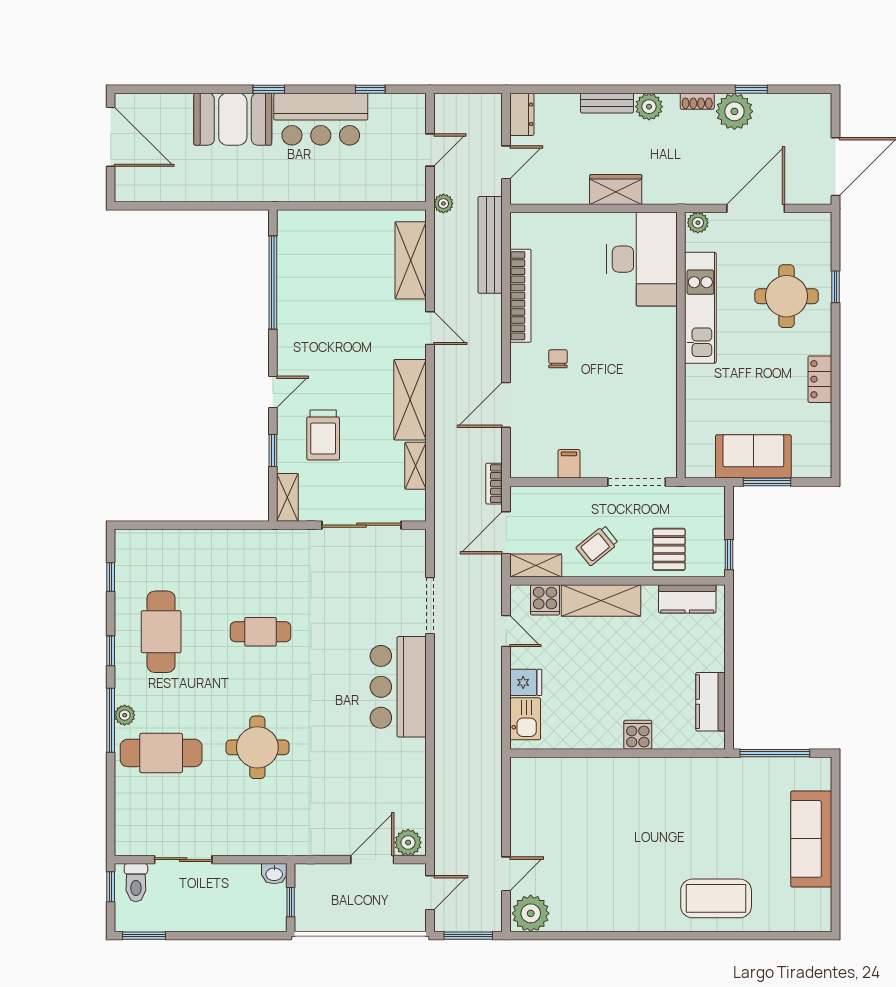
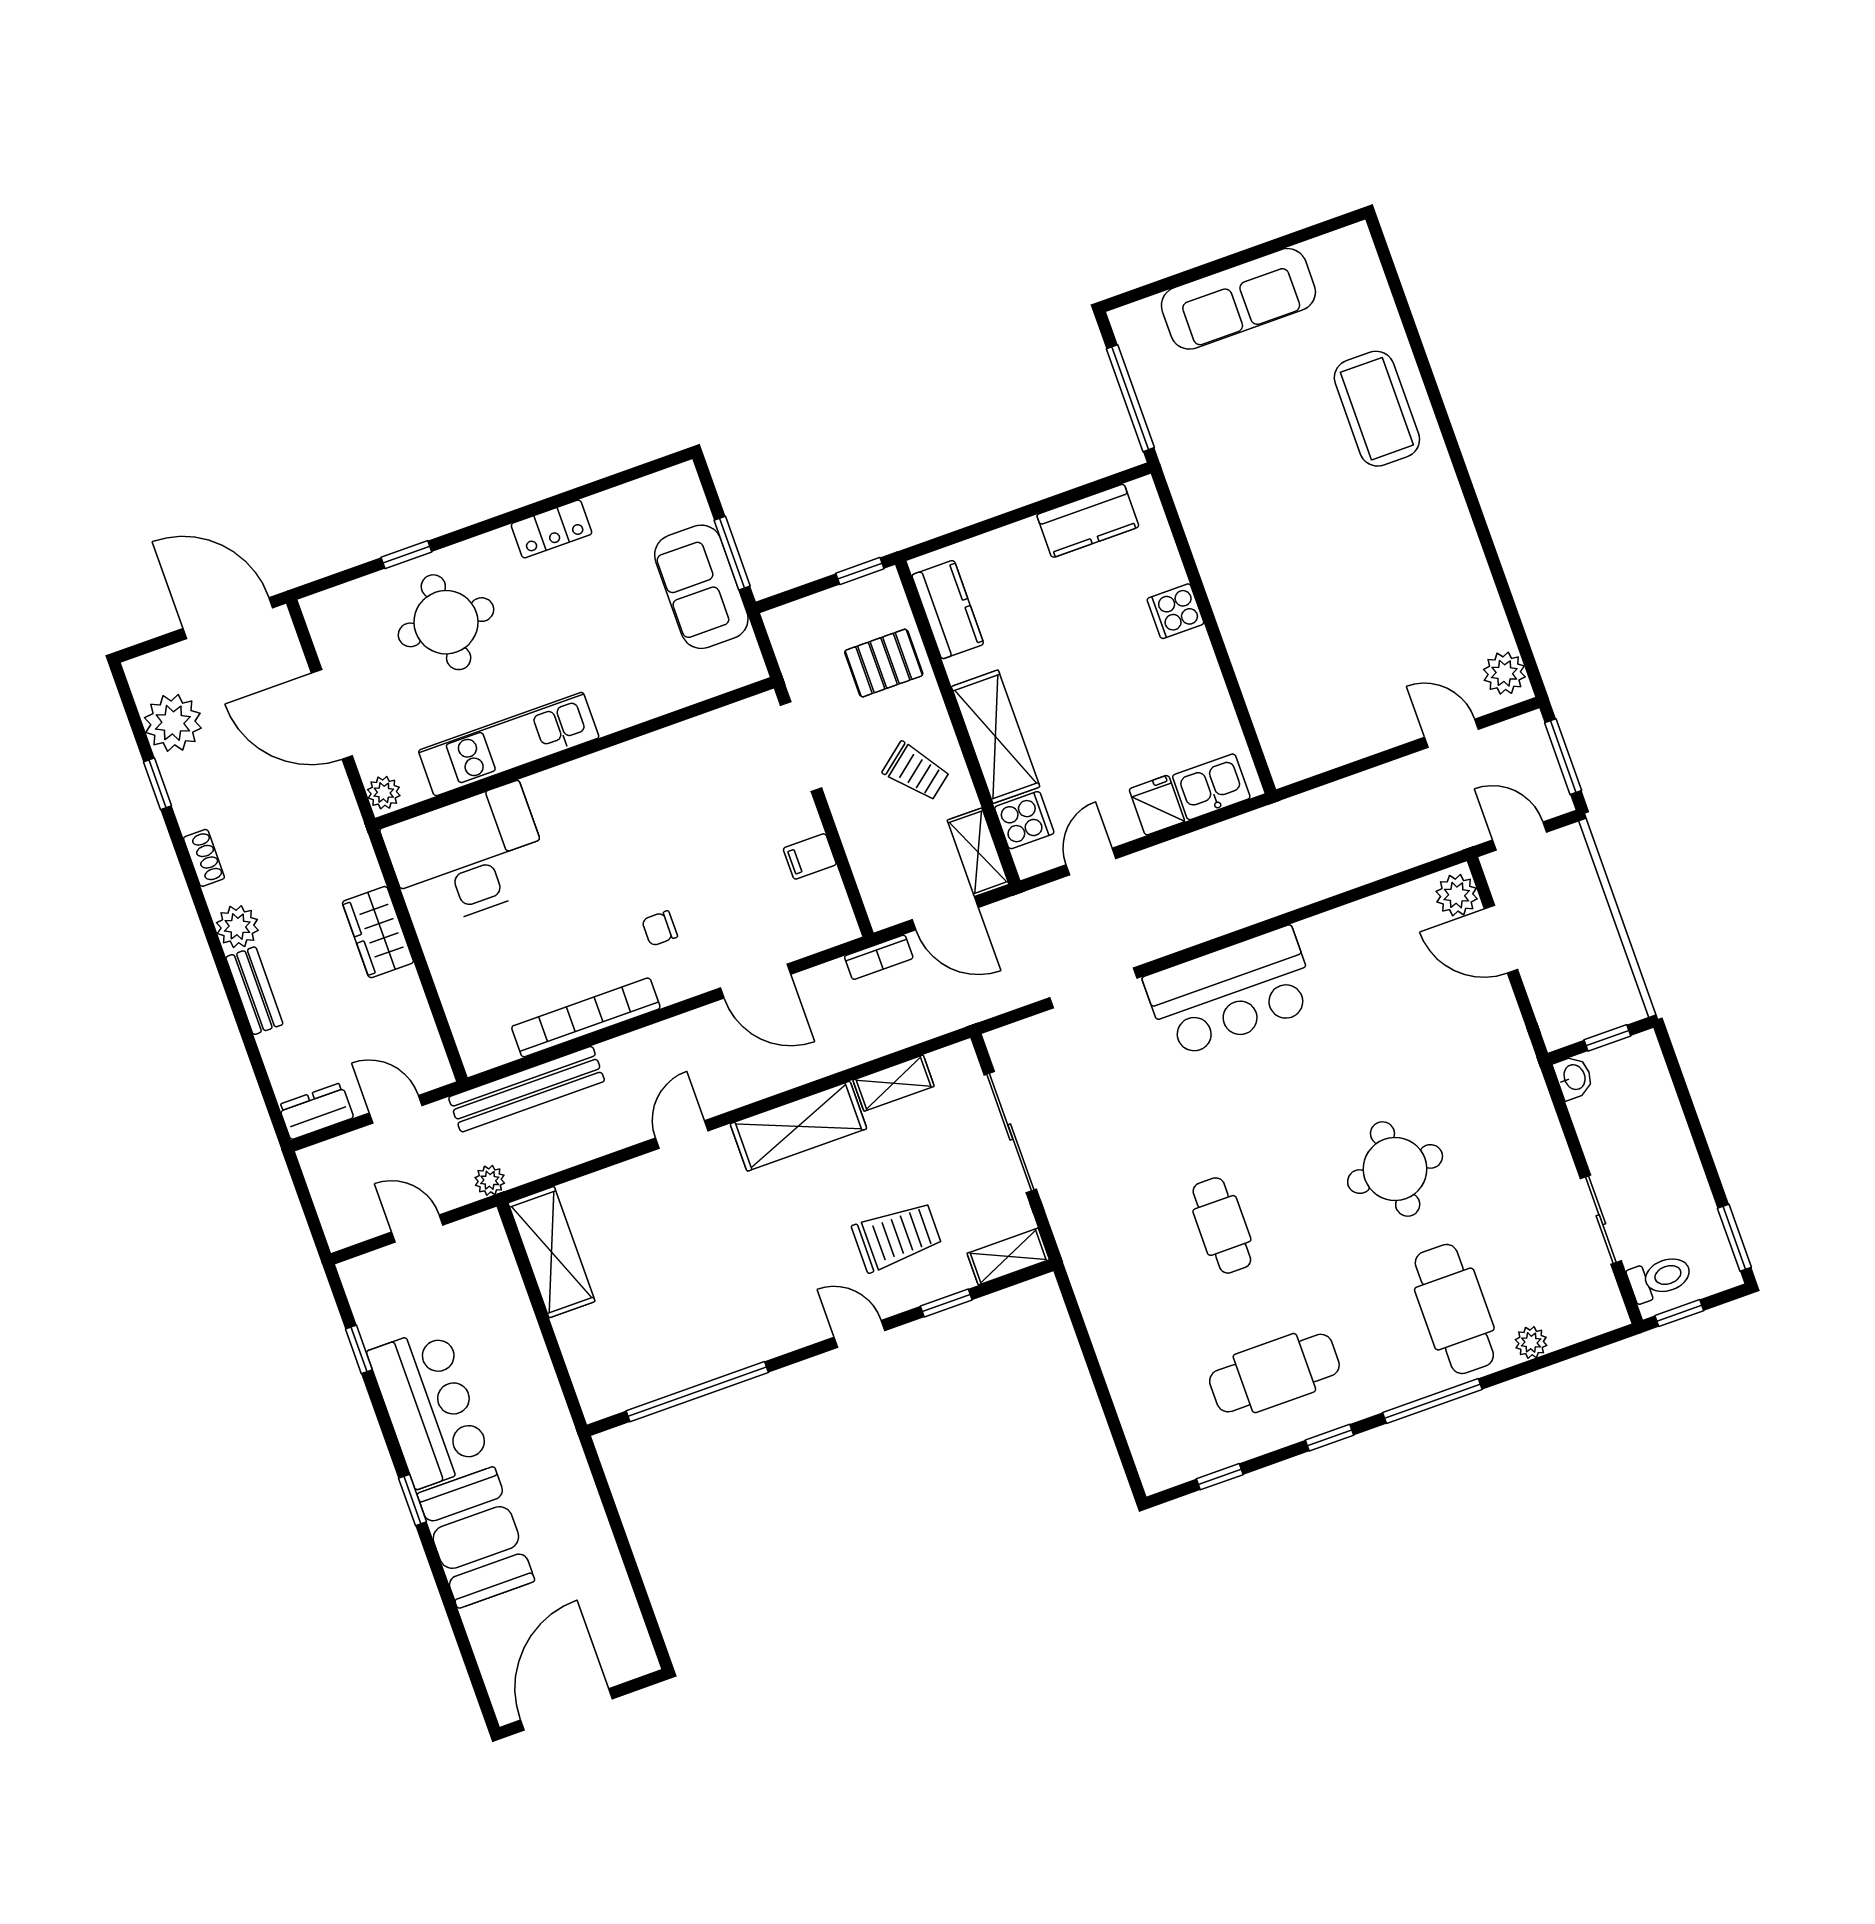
plant: (734, 111) -> (173, 723), moved
shelving: (411, 260) -> (552, 1252), moved, turned 90
plant: (125, 715) -> (1531, 1342), moved
plant: (531, 913) -> (1504, 673), width x0.73, depth x0.73

